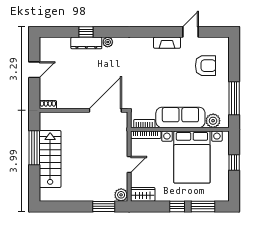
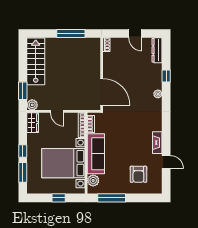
dresser: (86, 43) -> (157, 50), moved
stairs: (50, 159) -> (36, 61), moved, turned -90

